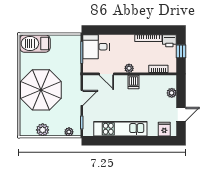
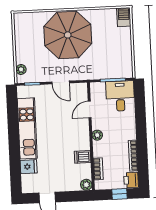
barbecue: (35, 43) -> (124, 17), width x0.53, depth x0.65
dishwasher: (133, 82) -> (83, 157), moved
plant: (172, 93) -> (86, 185), moved
fridge: (164, 129) -> (29, 167), moved
plant: (43, 130) -> (22, 39), removed

